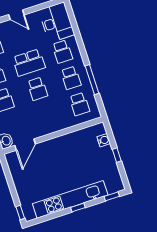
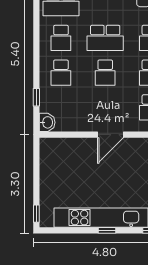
door: (25, 145) -> (110, 135), moved

